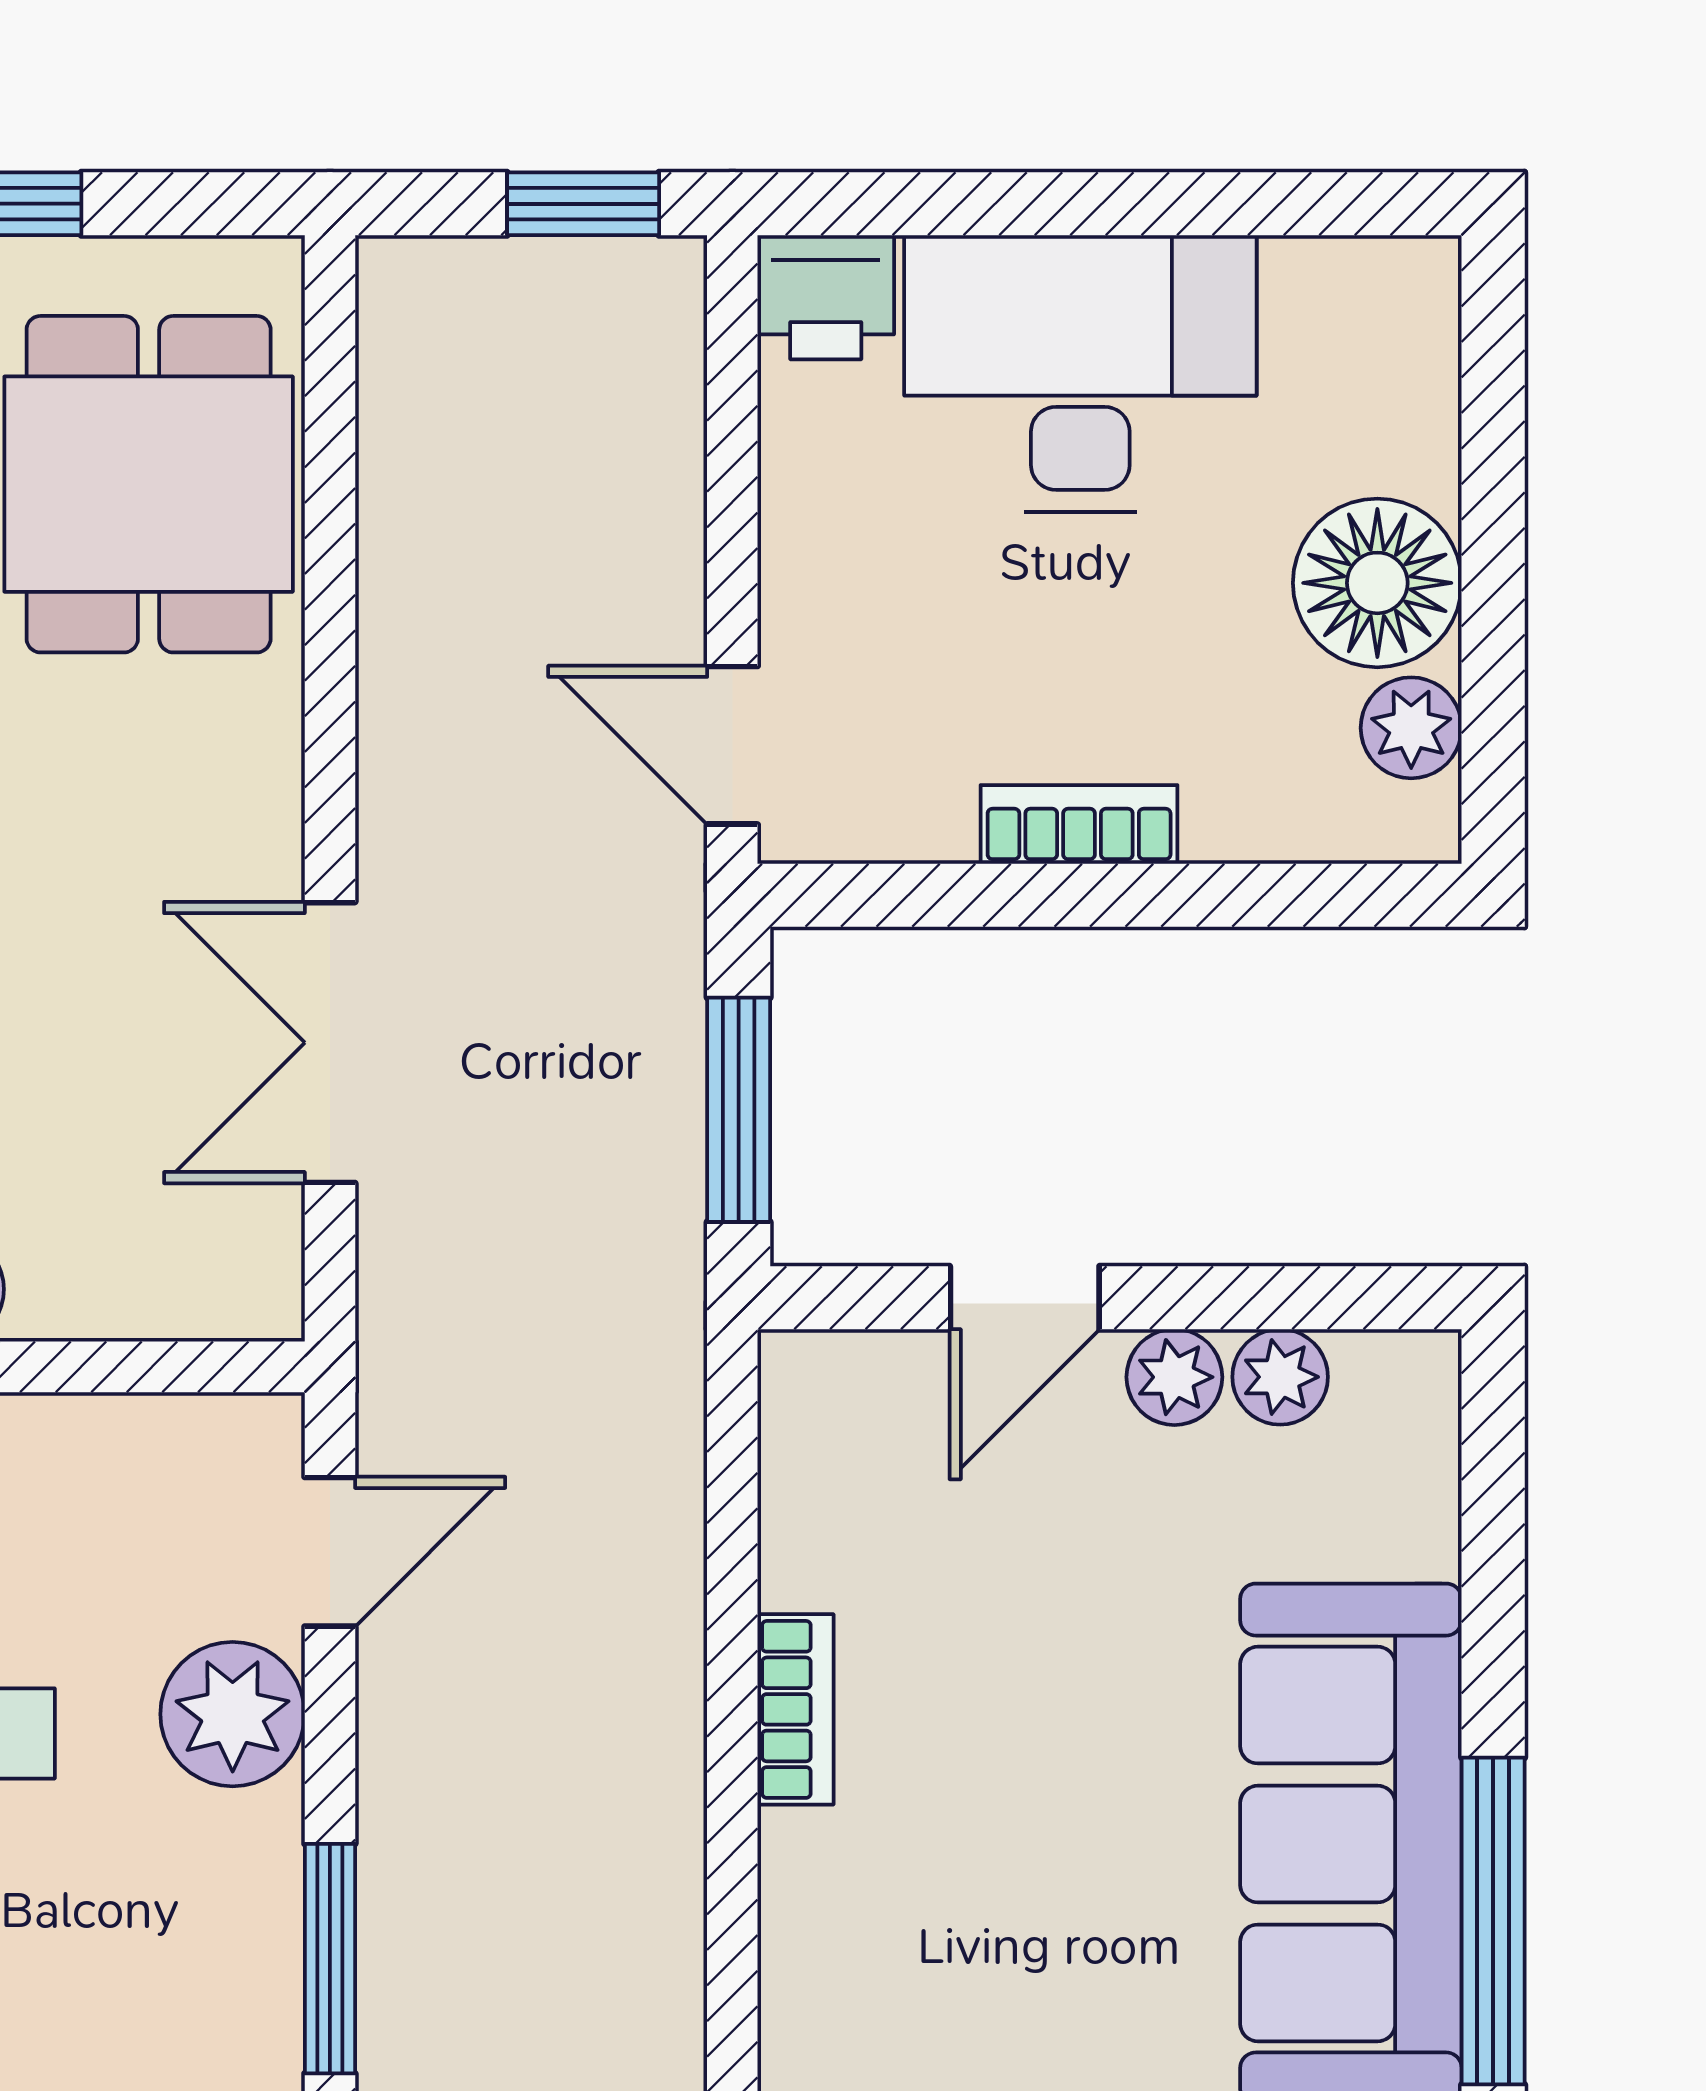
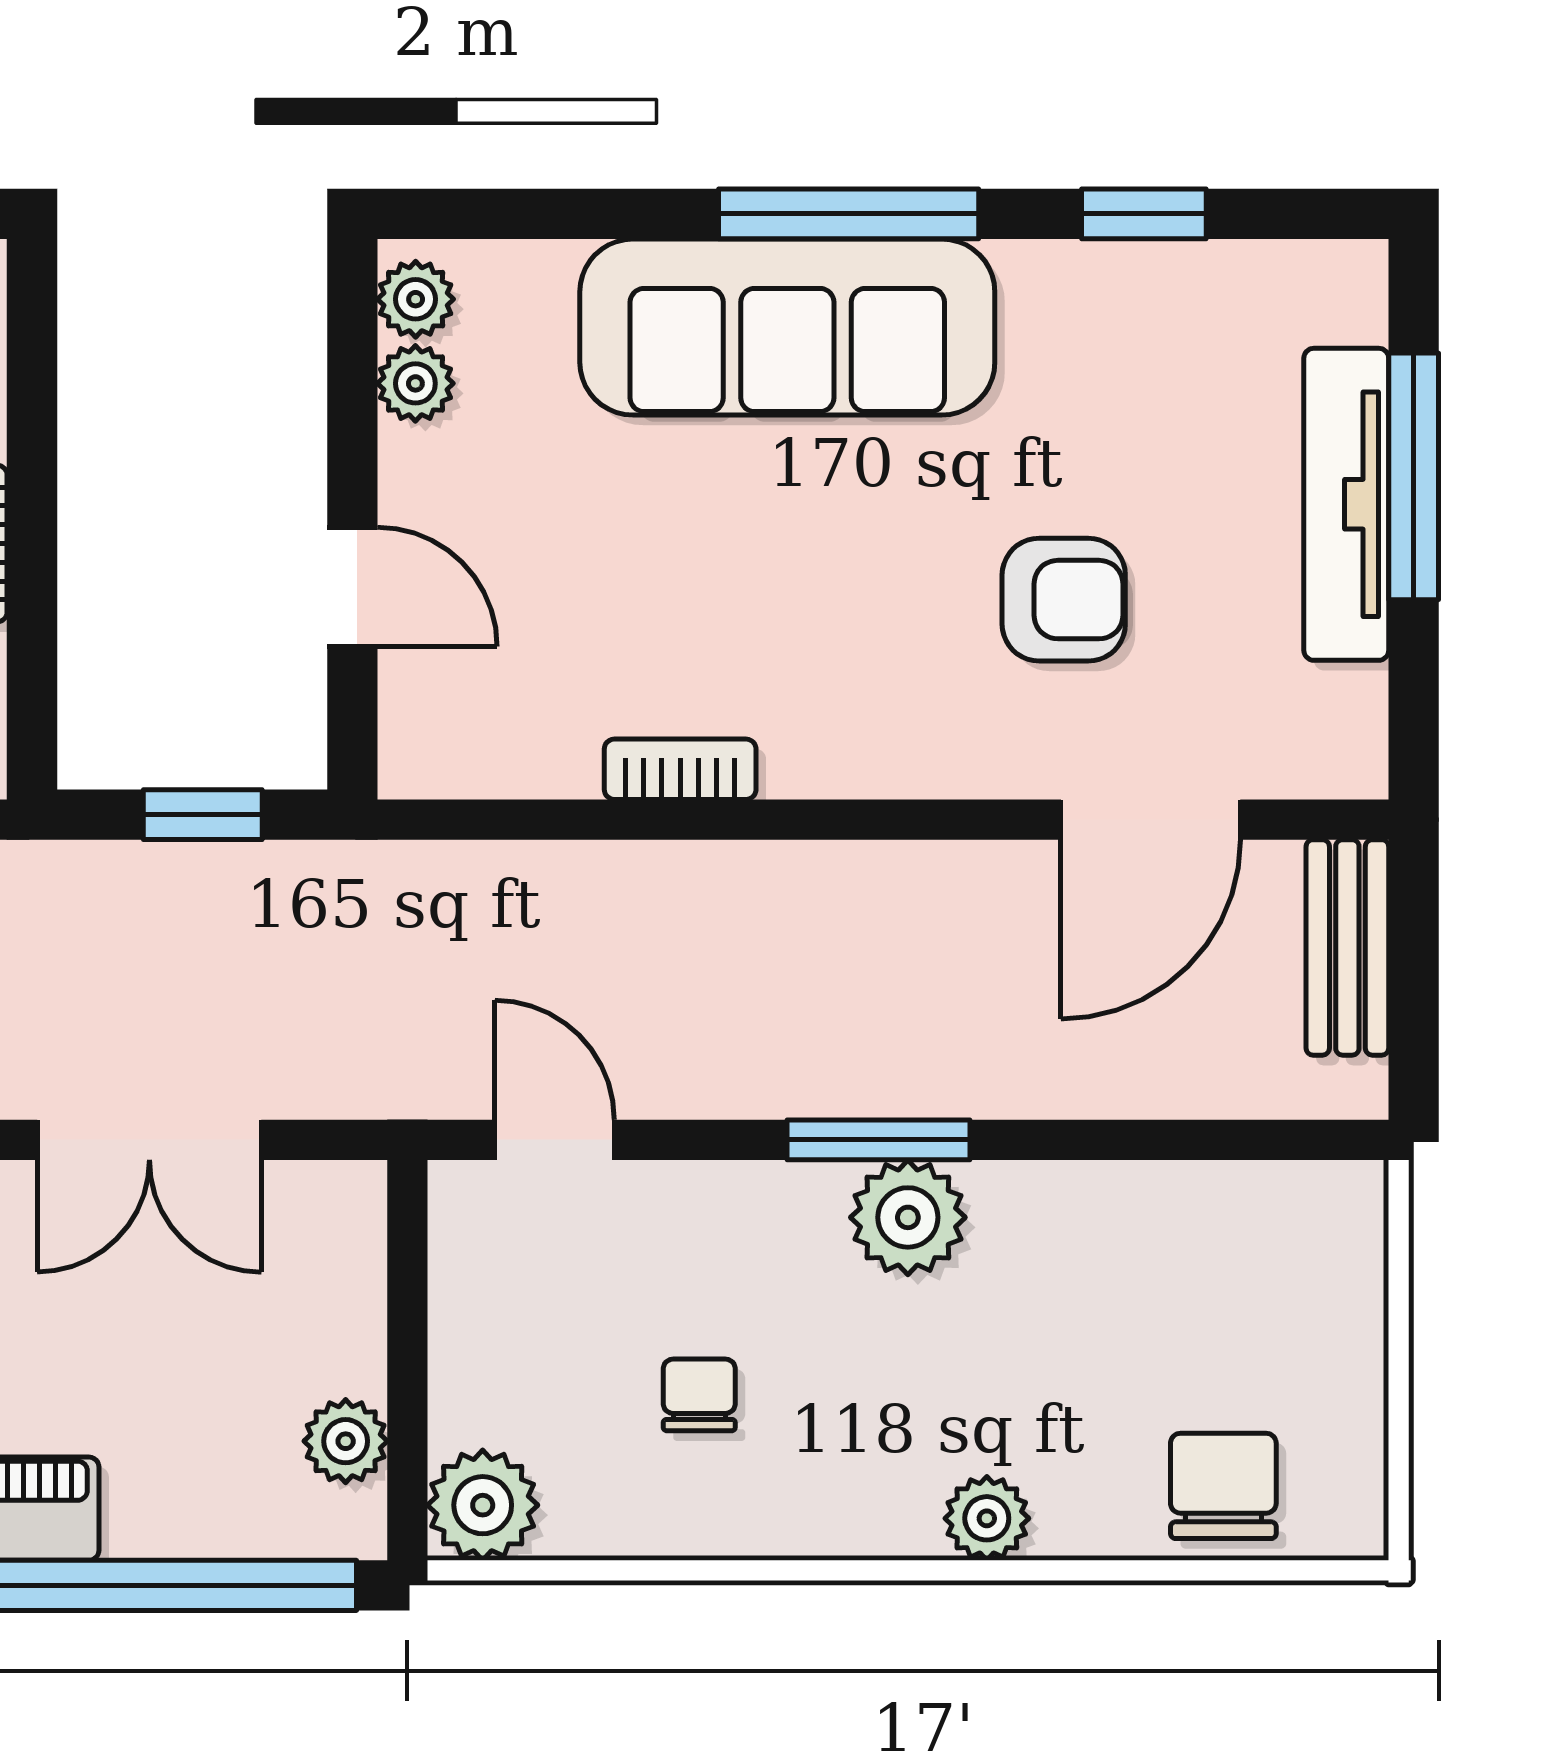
window: (739, 1110) -> (203, 815), width x0.67
plant: (1174, 1377) -> (416, 299), moved
plant: (233, 1714) -> (908, 1217), moved

